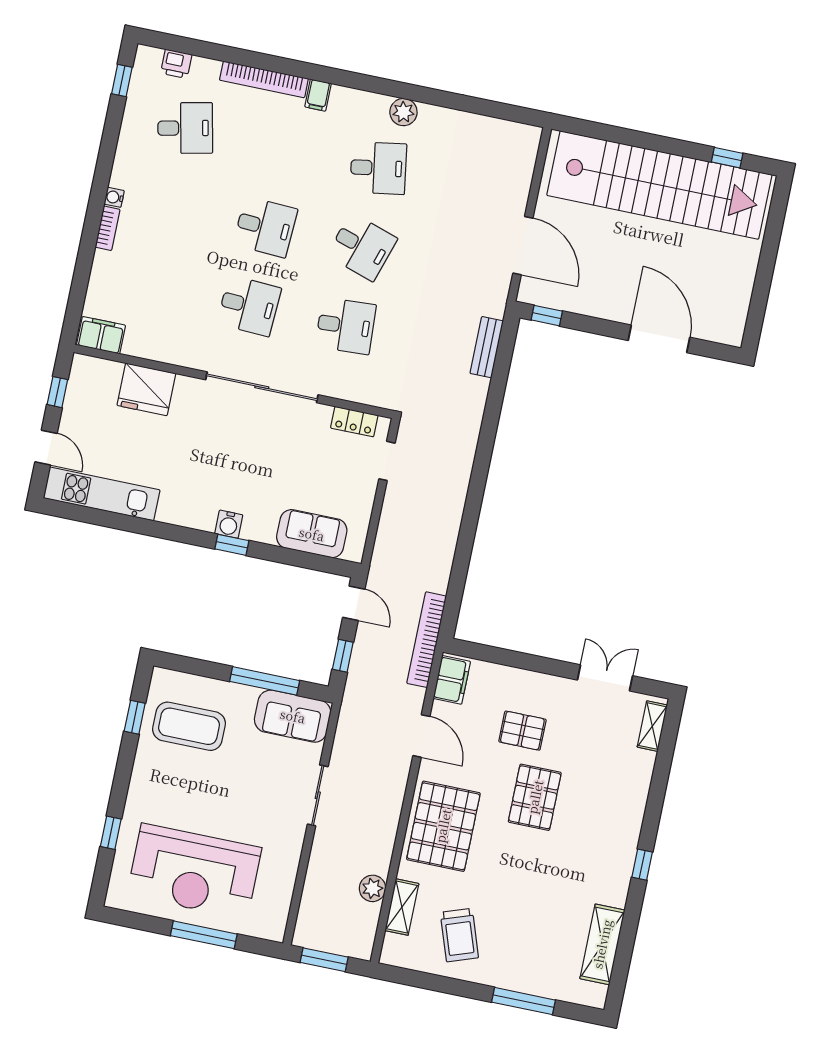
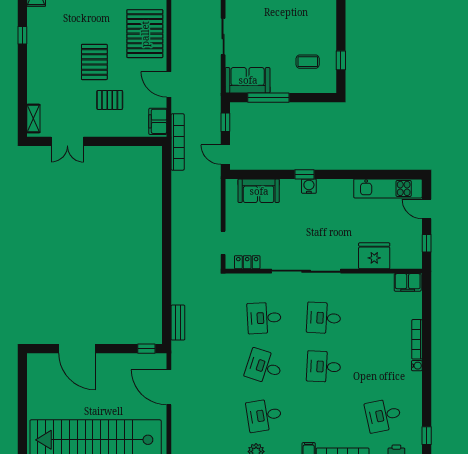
bookcase: (108, 228) -> (417, 339), width x1.56
coffee table: (189, 726) -> (308, 62), width x0.54, depth x0.58

